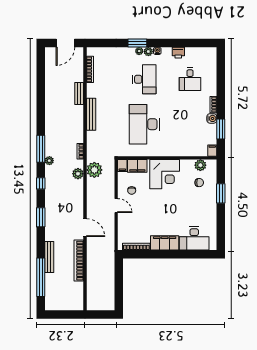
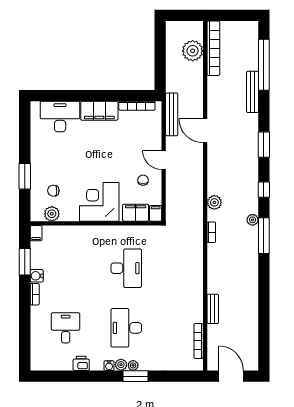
door: (65, 43) -> (231, 376), hinge flipped
bench: (91, 114) -> (172, 114), moved
desk: (144, 124) -> (126, 268), width x0.73, depth x0.77
plant: (94, 170) -> (193, 51), moved
bookcase: (79, 261) -> (213, 48), moved

